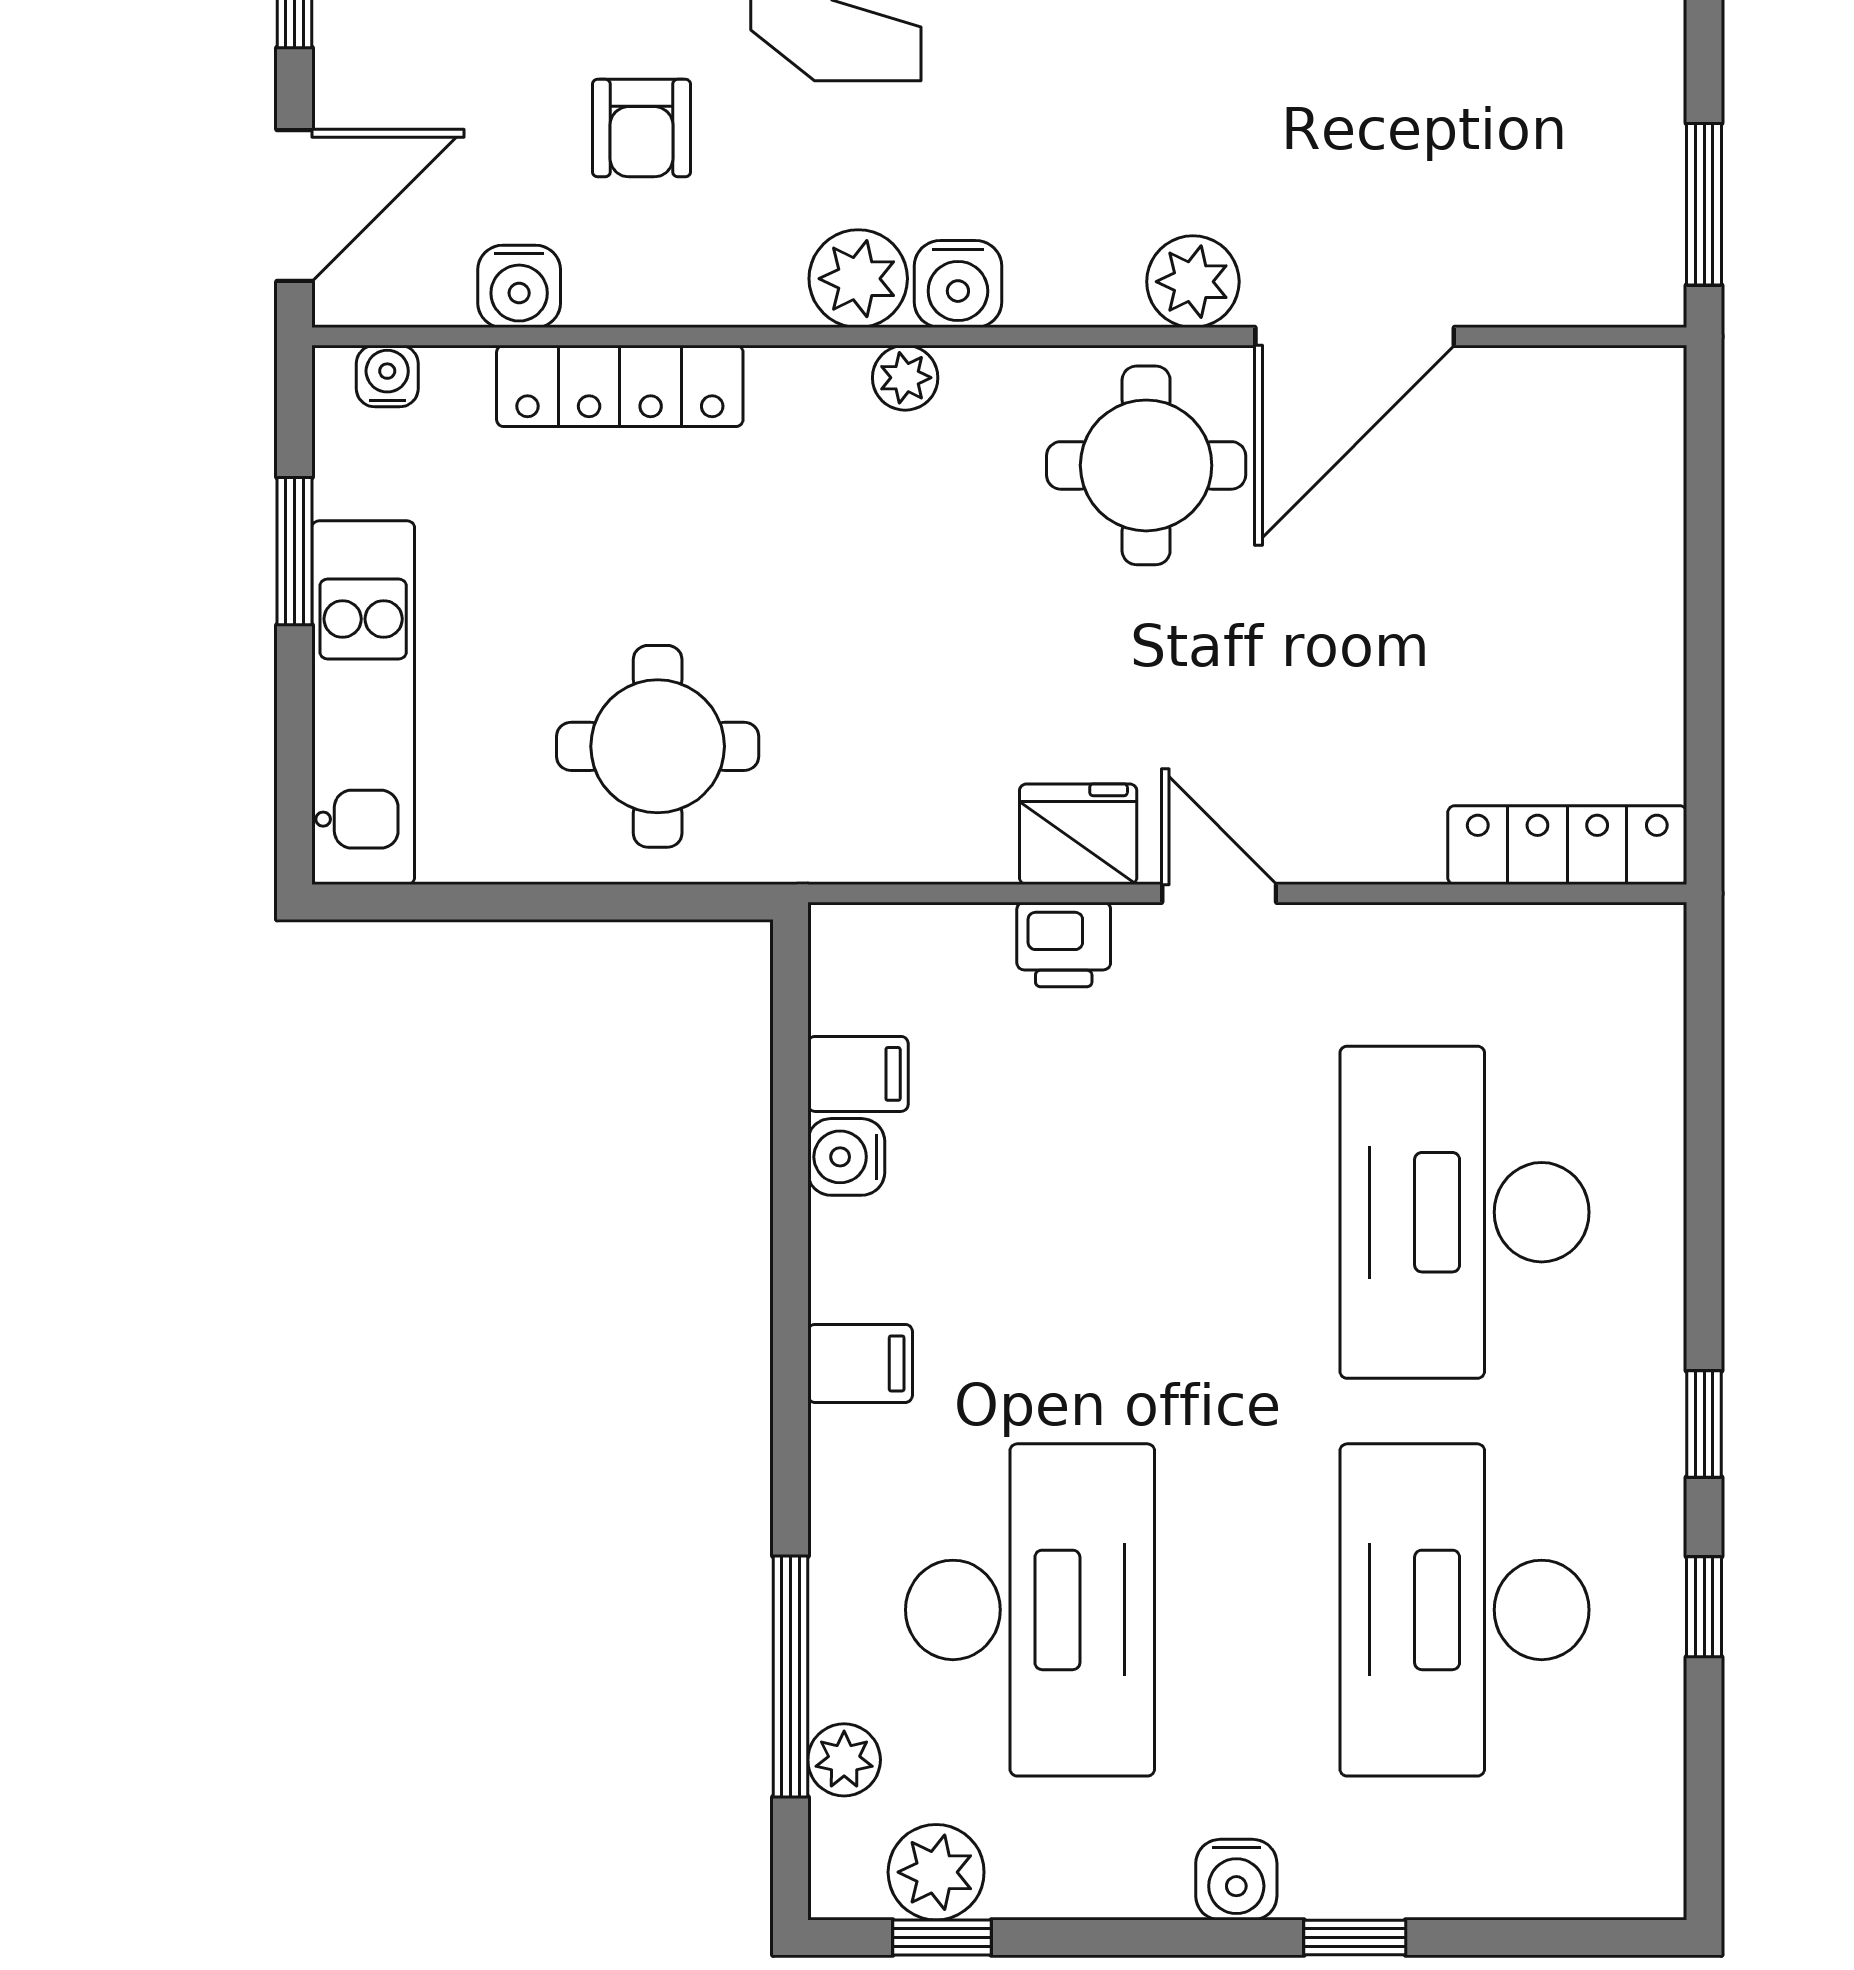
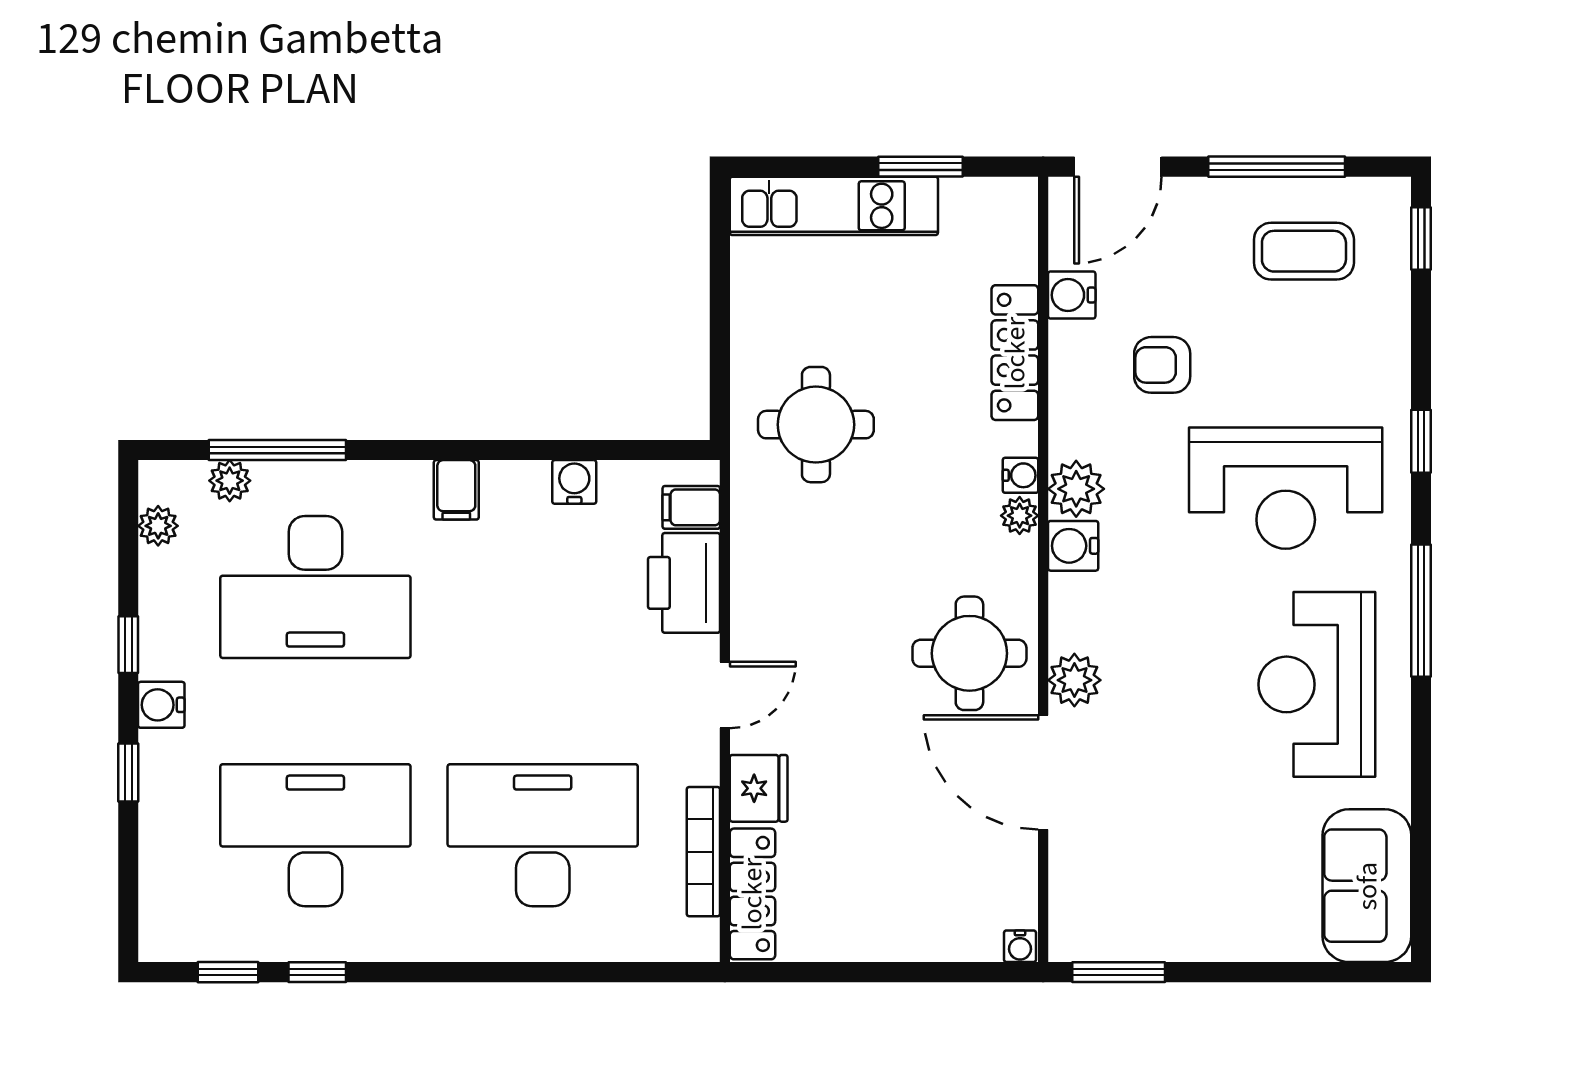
door: (294, 205) -> (1118, 167), hinge flipped
water cooler: (387, 376) -> (1021, 475), moved
water cooler: (1659, 377) -> (1020, 946), added
round table: (658, 746) -> (816, 425), moved
fridge: (1078, 834) -> (759, 788), moved
bookcase: (1493, 931) -> (703, 852), added
printer: (1064, 945) -> (684, 583), width x1.87, depth x1.48
filing cabinet: (858, 1074) -> (691, 507), moved, turned 90
window: (1704, 1424) -> (228, 972), moved
plant: (936, 1872) -> (158, 526), width x0.73, depth x0.73
window: (942, 1938) -> (128, 645), moved

